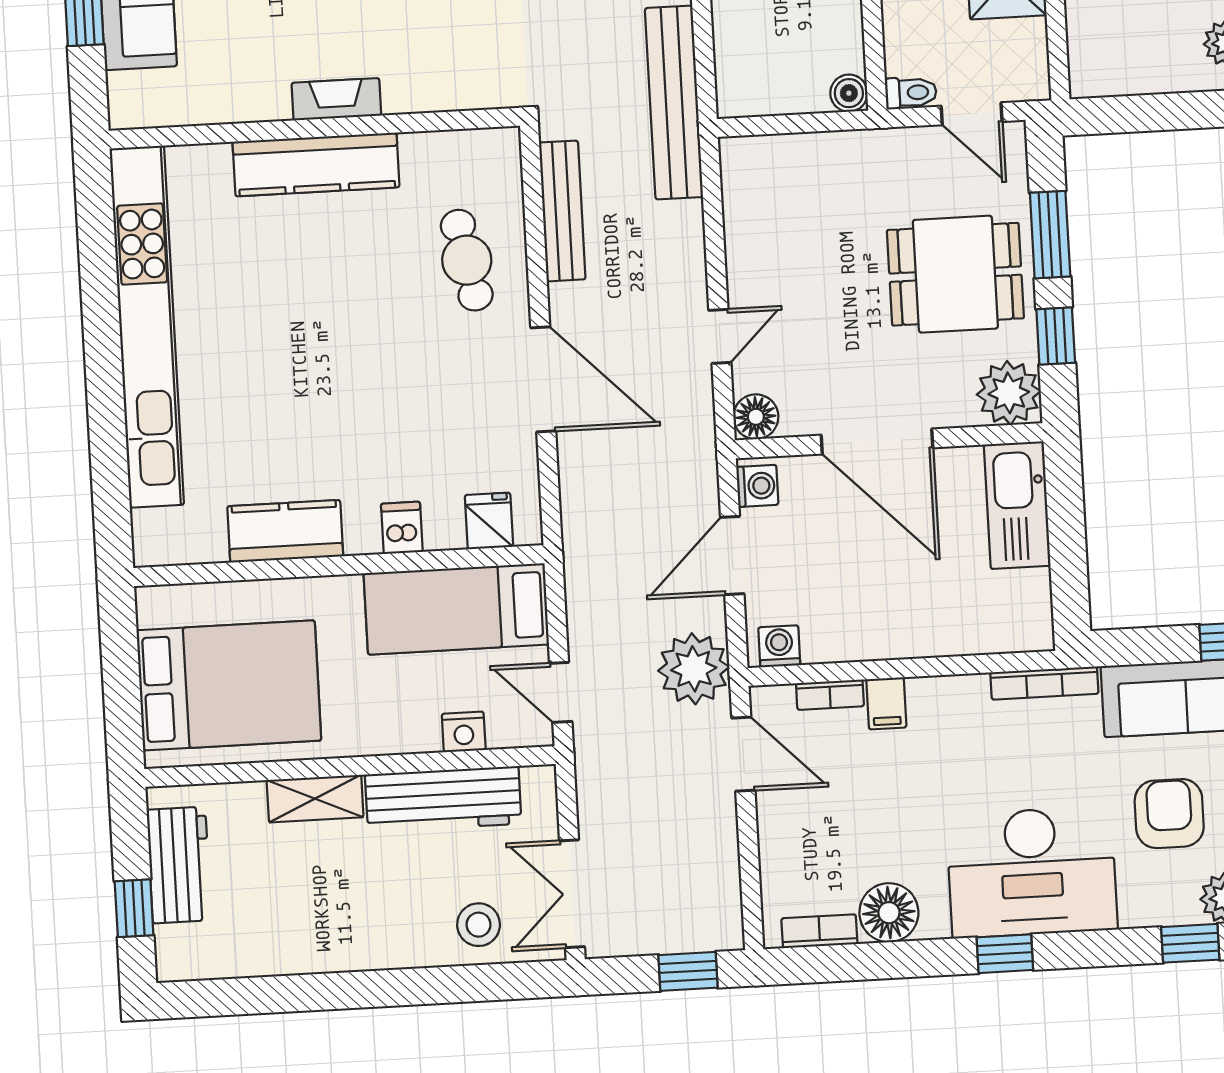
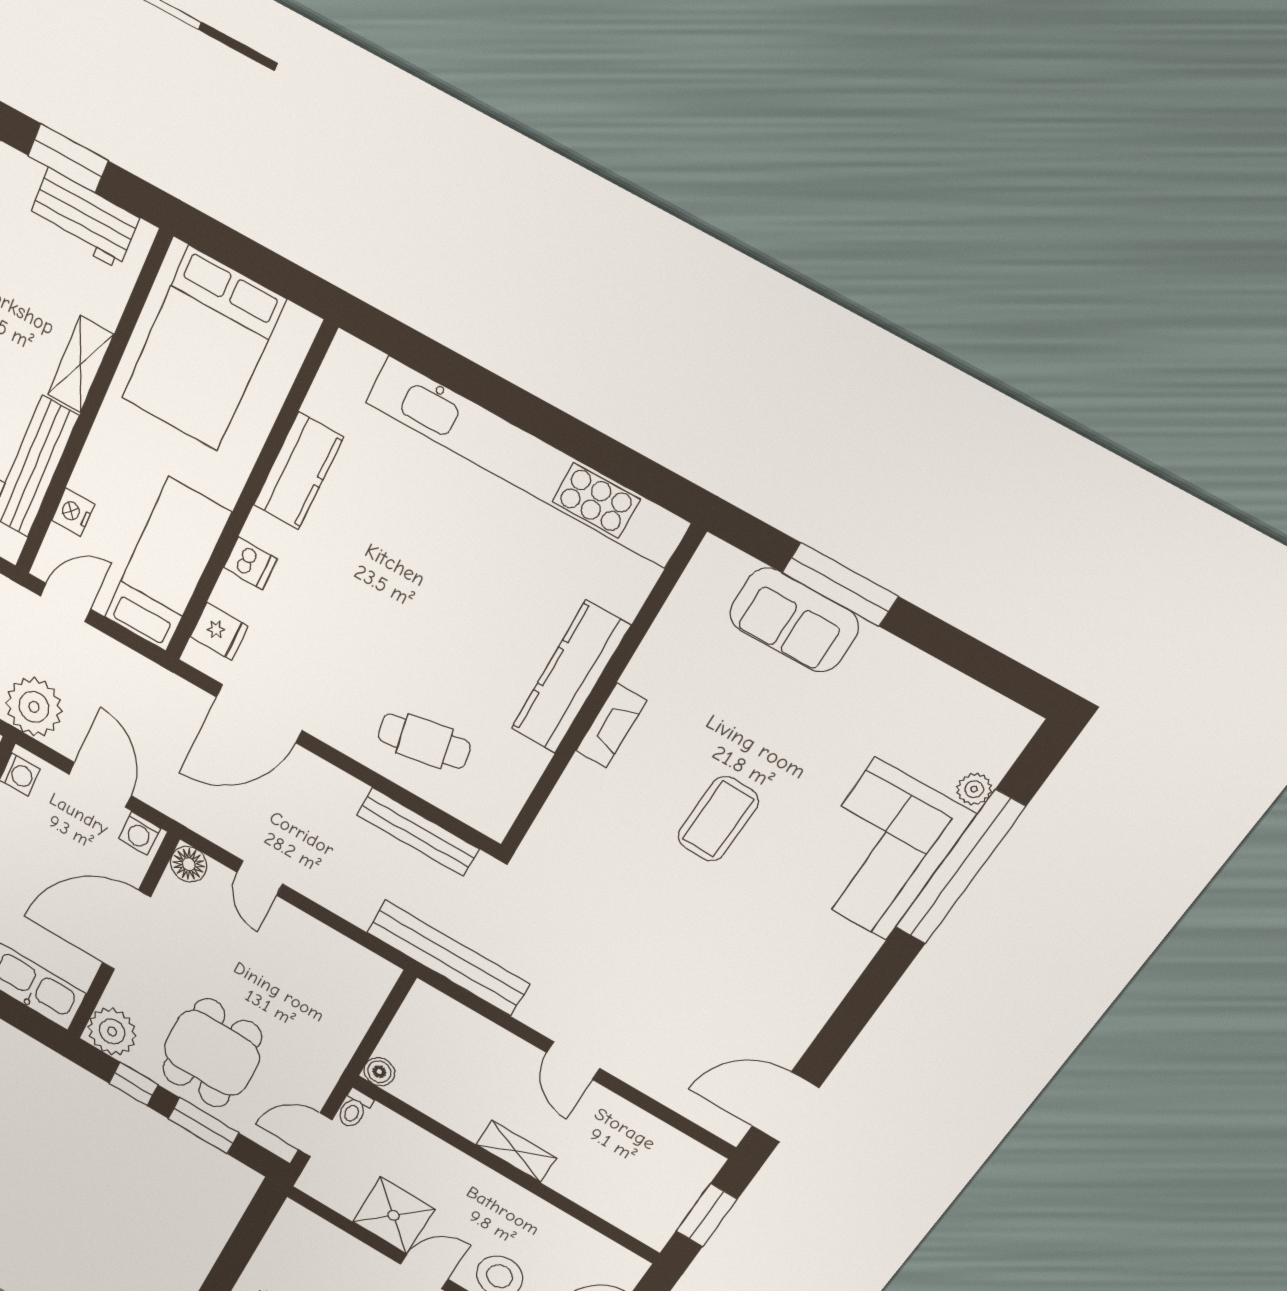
door: (543, 379) -> (259, 714), moved
window: (134, 908) -> (68, 158), width x1.50

